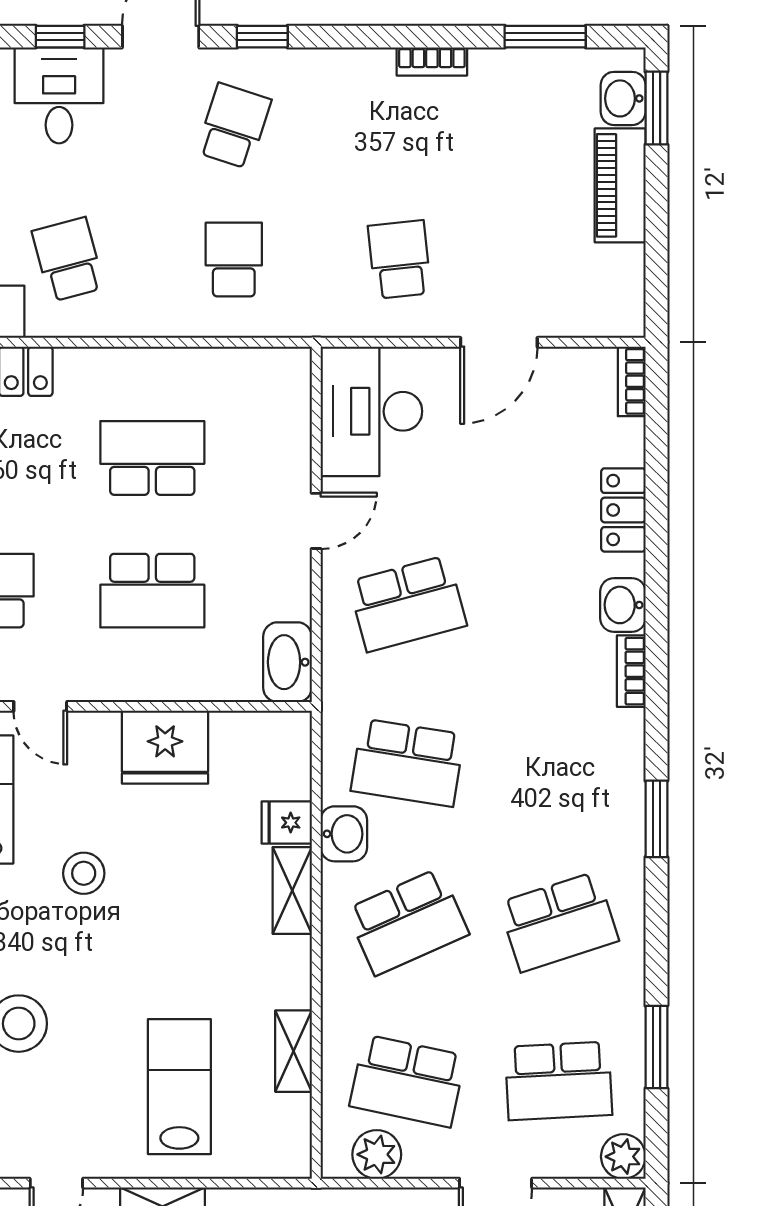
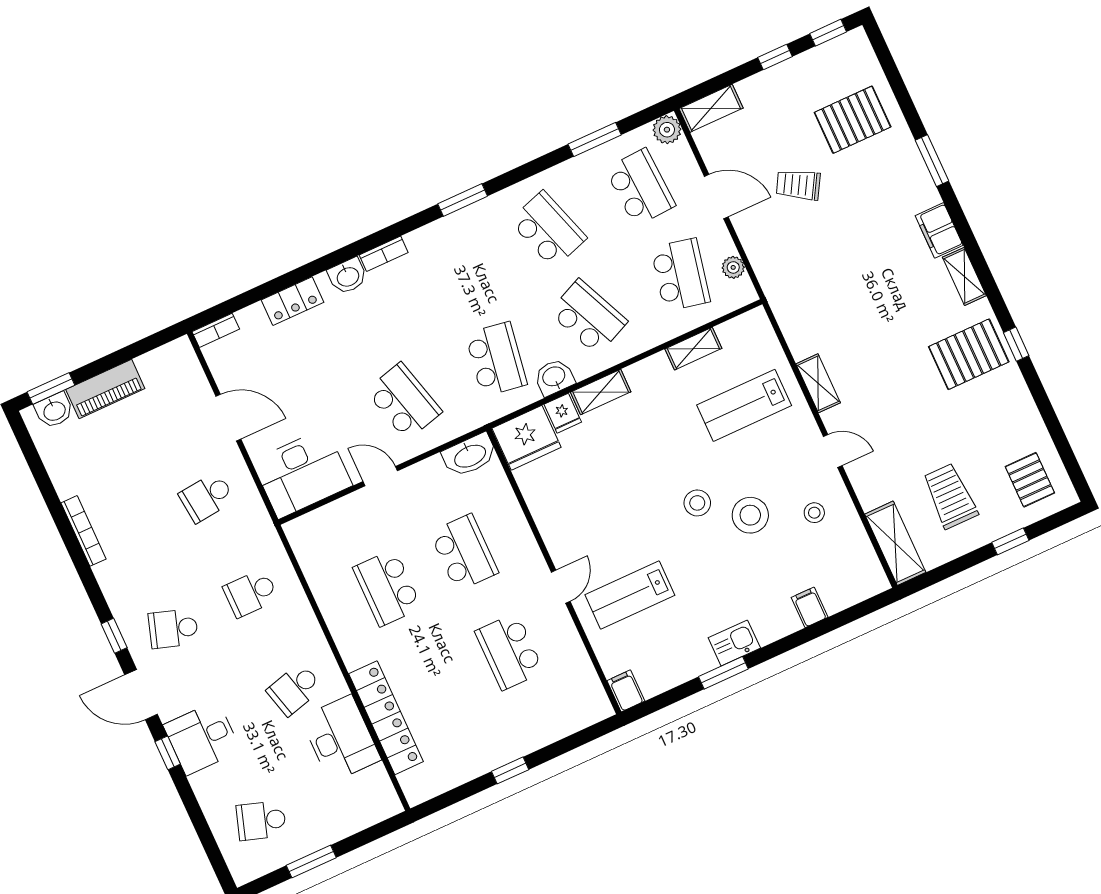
window: (545, 37) -> (39, 472), removed
bookcase: (432, 62) -> (84, 531), width x1.56
fridge: (165, 747) -> (527, 438), moved, turned 90
stool: (84, 873) -> (697, 503), moved
plant: (377, 1154) -> (733, 267), width x0.73, depth x0.73

